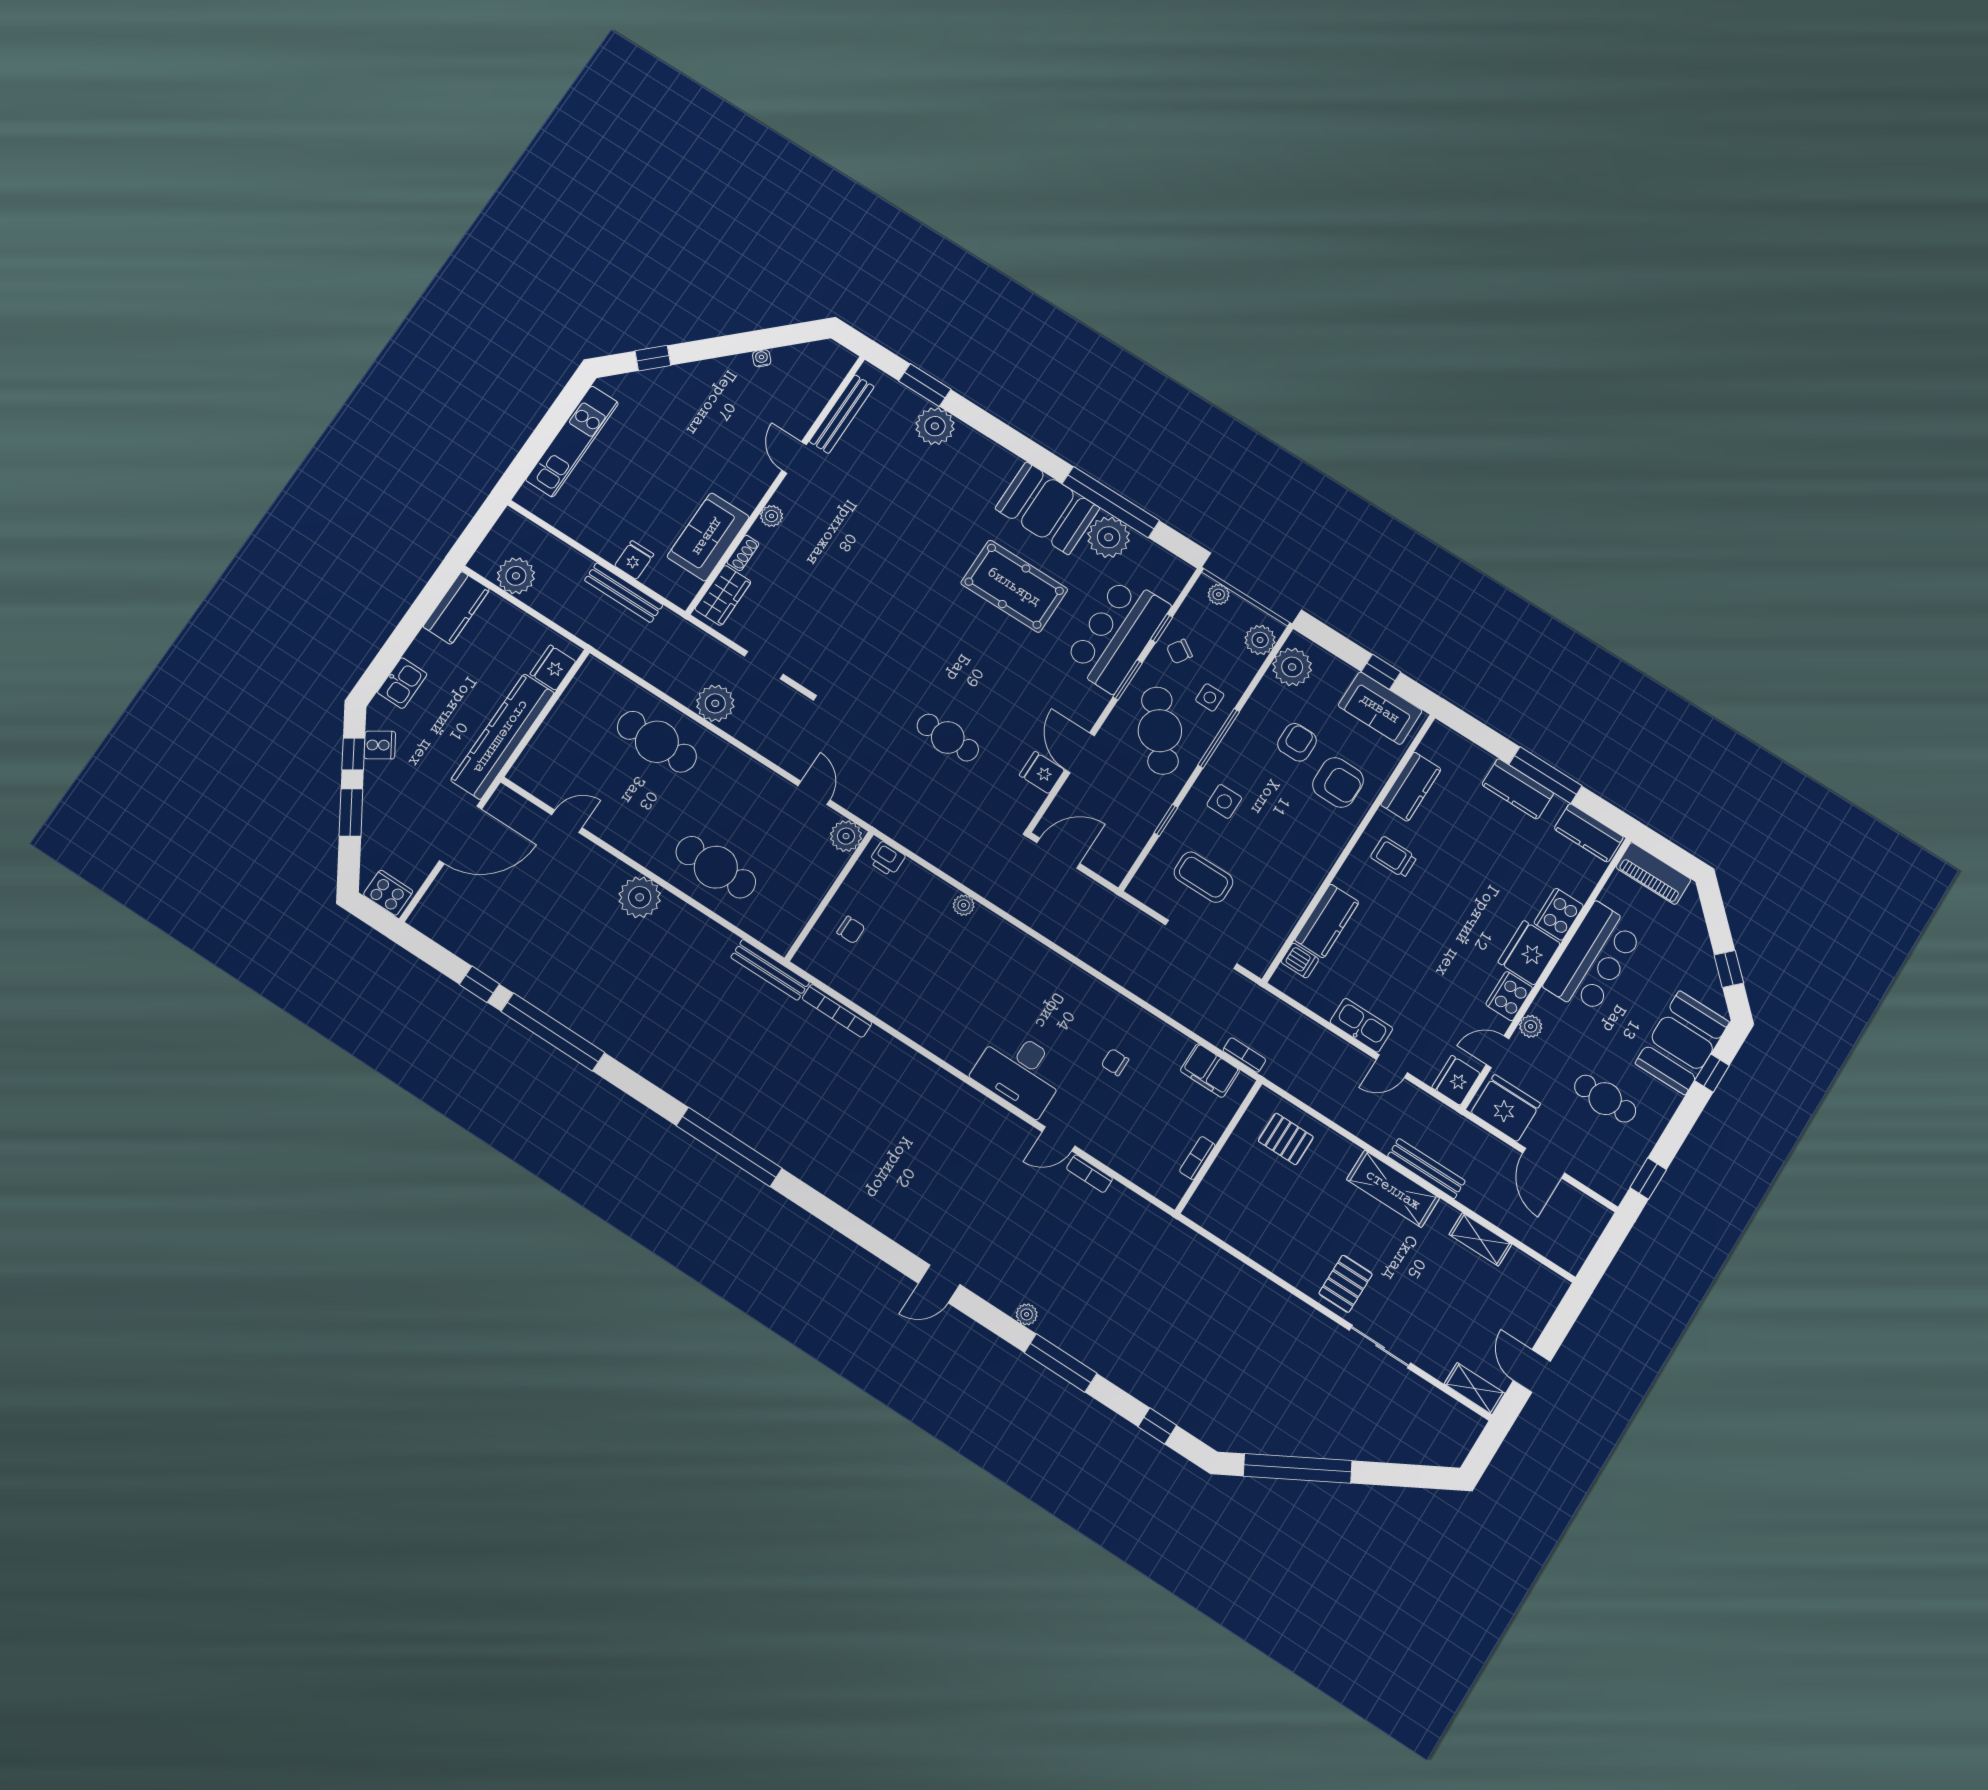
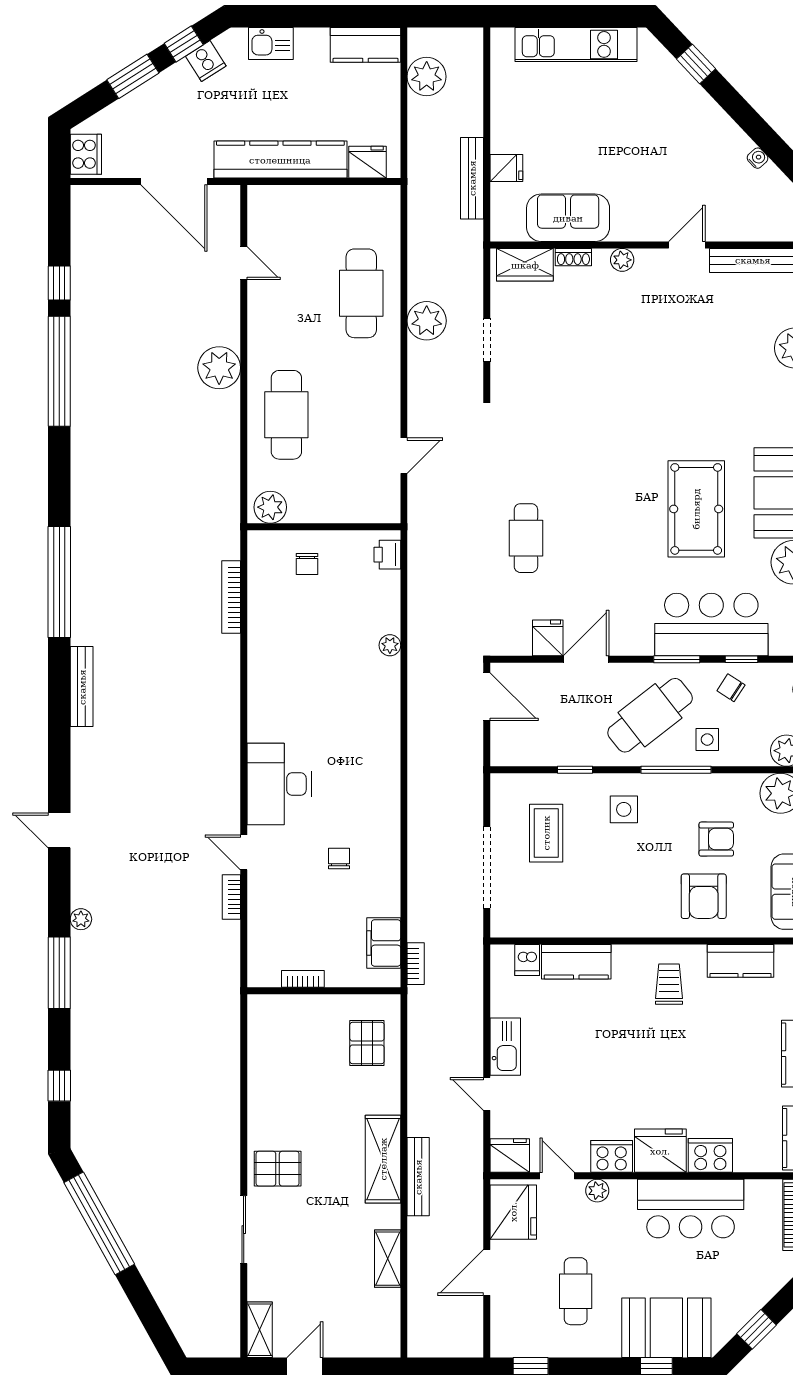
plant: (846, 836) -> (270, 507), moved
bench: (770, 970) -> (82, 687), moved

